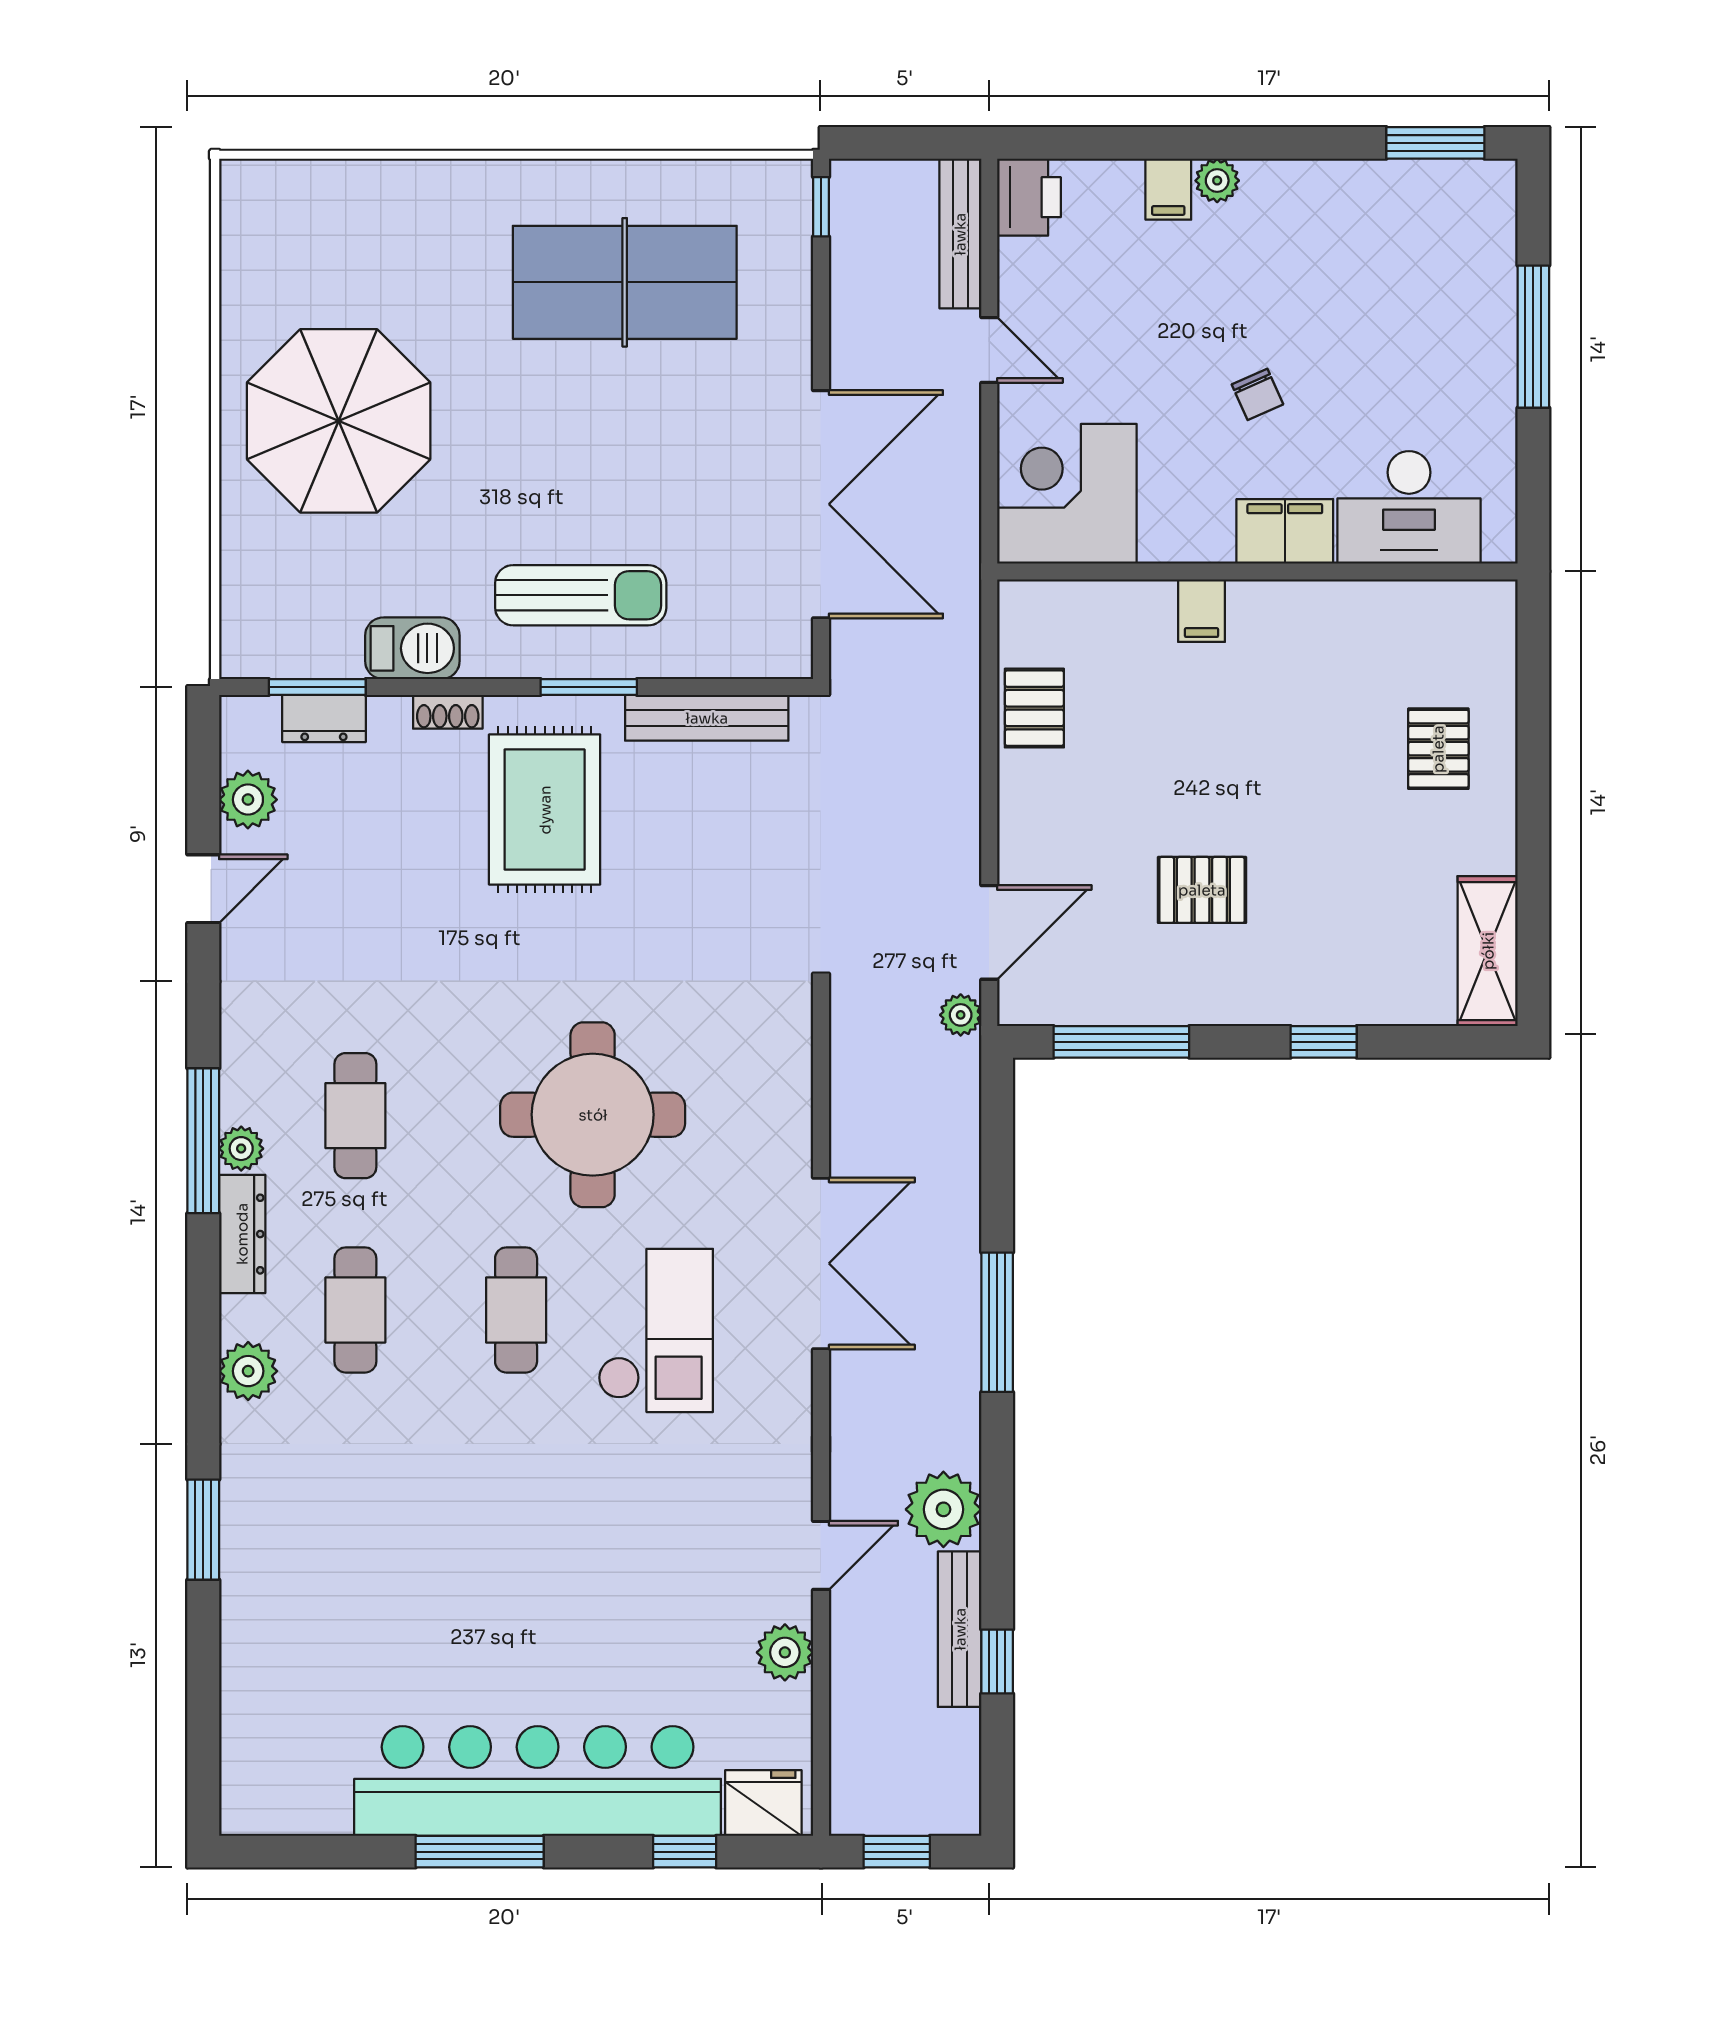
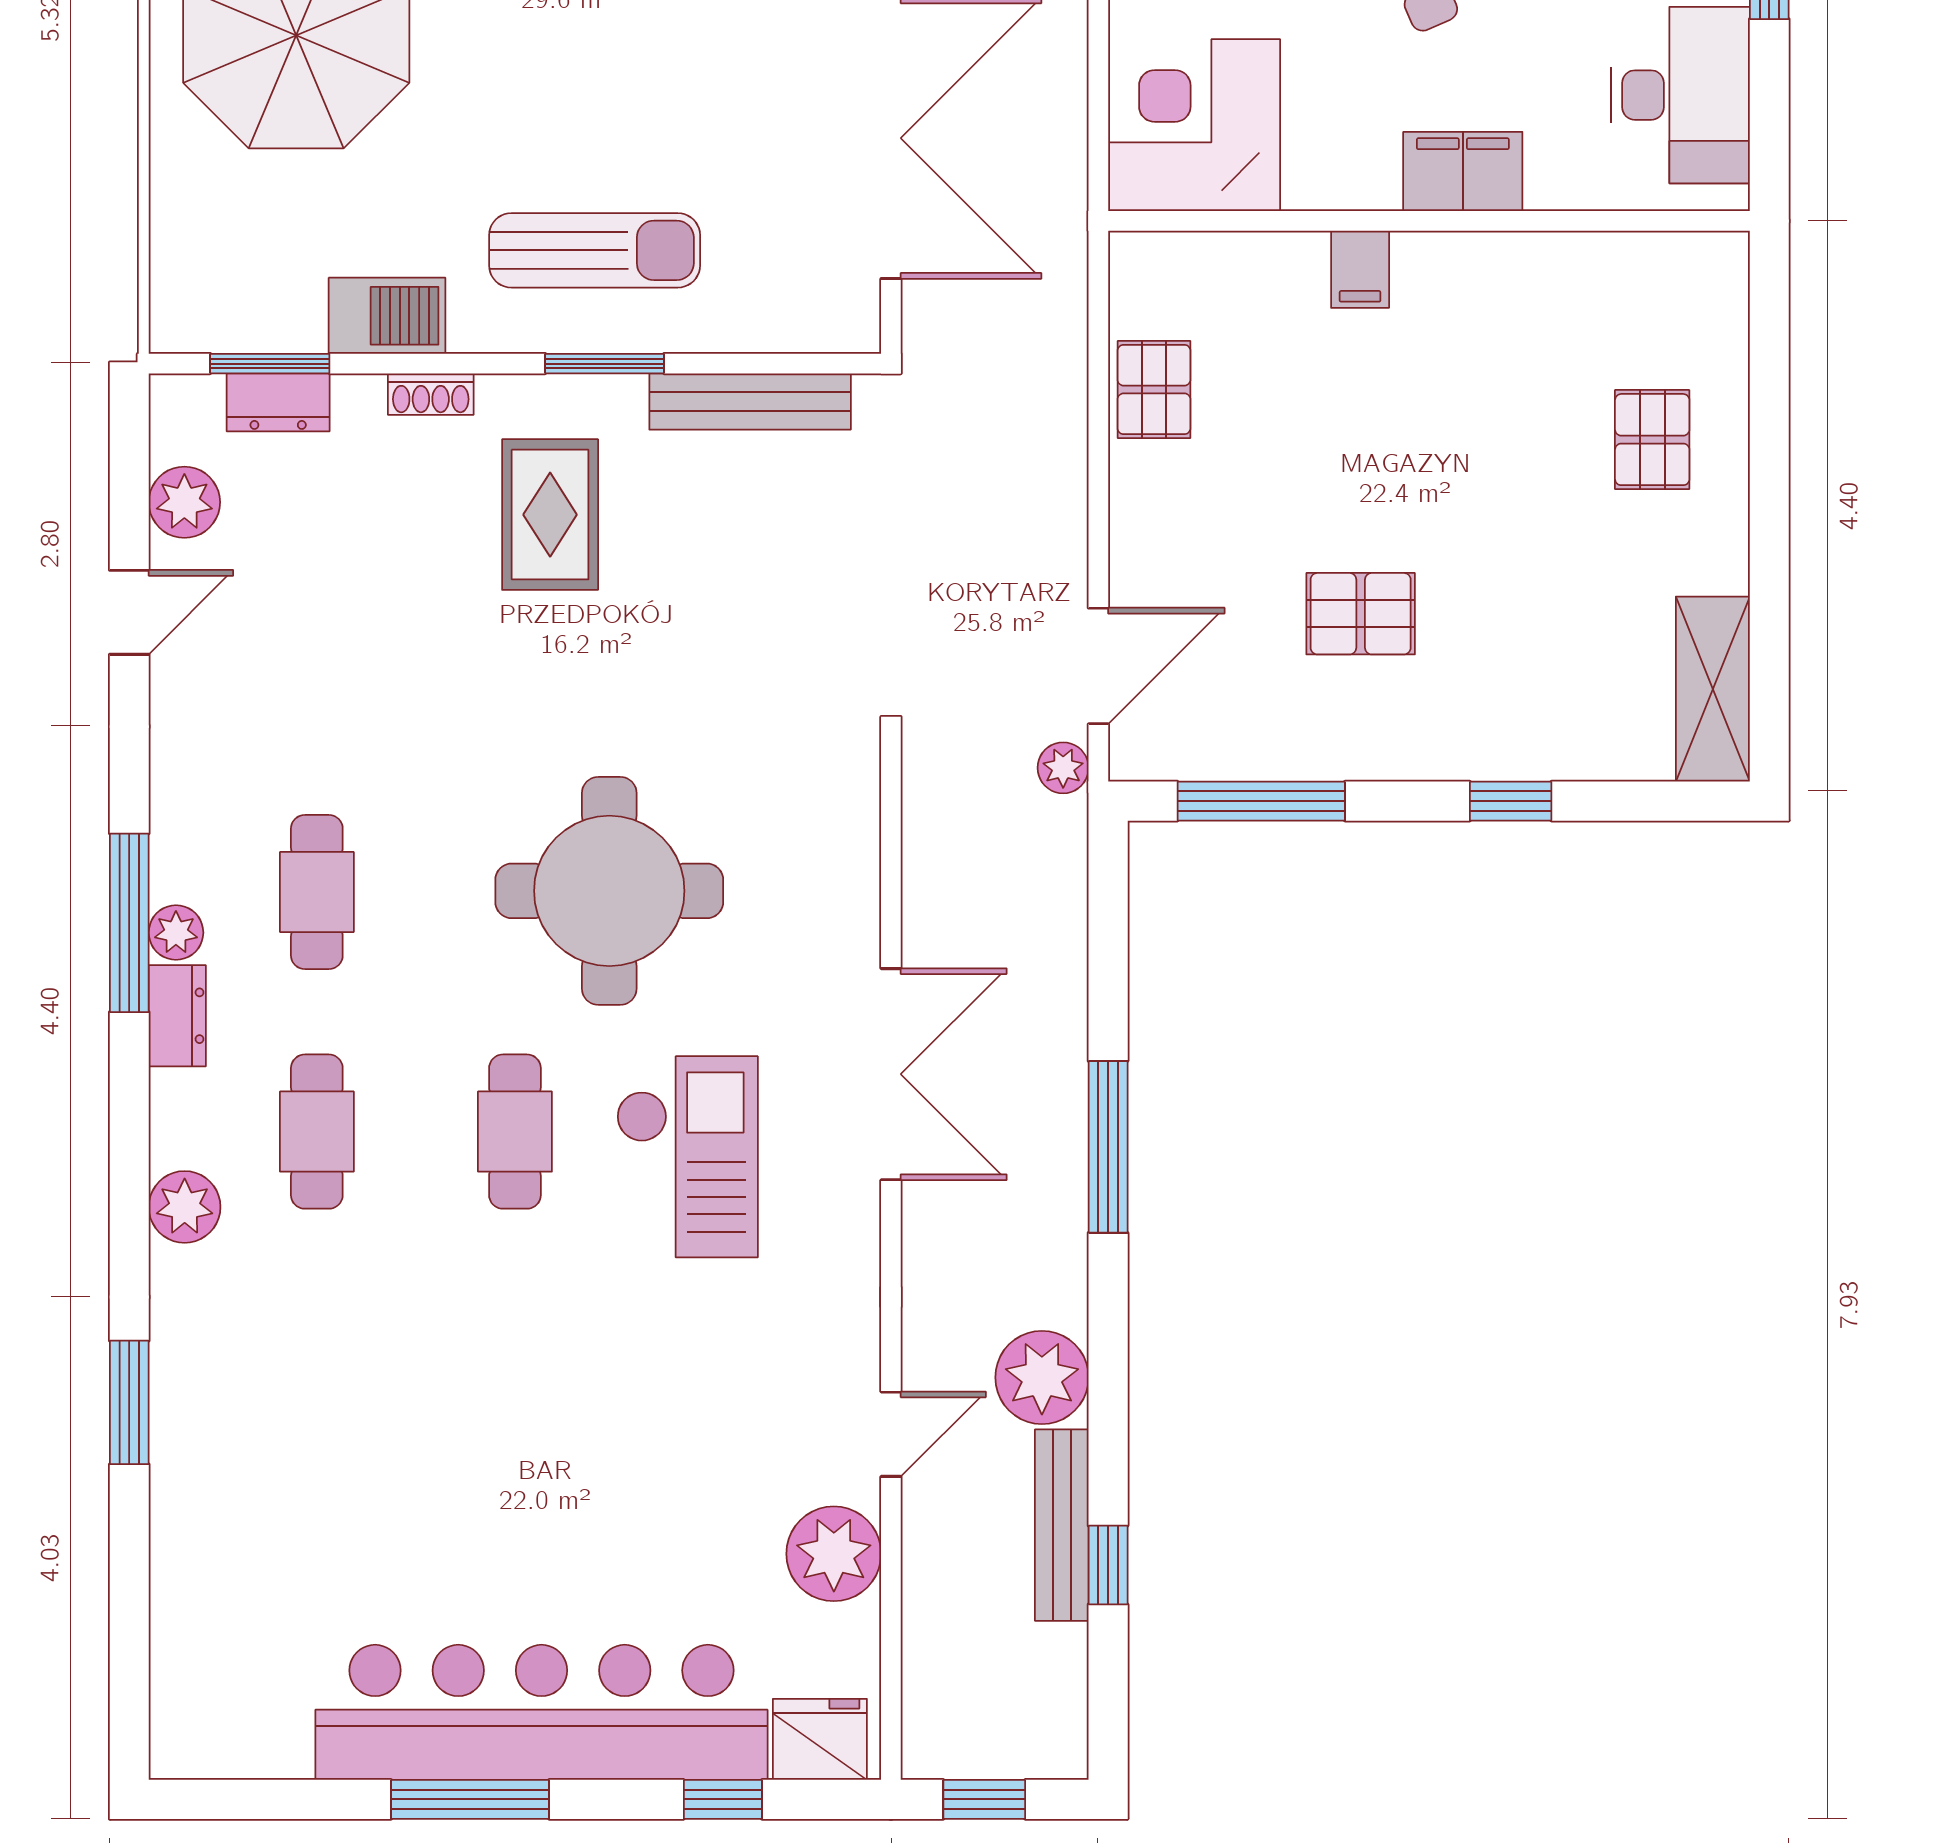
desk: (1409, 507) -> (1680, 95), moved, turned -90
rug: (545, 810) -> (550, 515), width x0.73, depth x0.70
dresser: (242, 1234) -> (177, 1016), width x0.70
plant: (785, 1652) -> (834, 1554), width x1.36, depth x1.36

